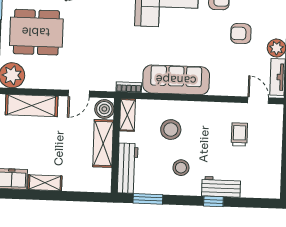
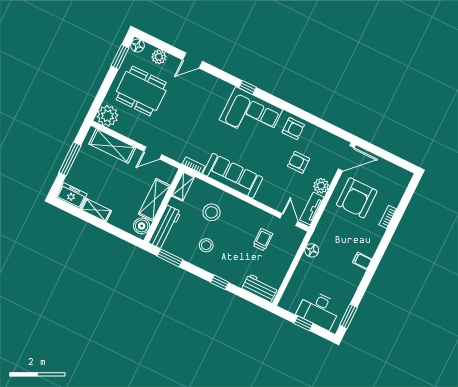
boiler: (104, 109) -> (142, 226), moved
workbench: (221, 187) -> (260, 288), moved

